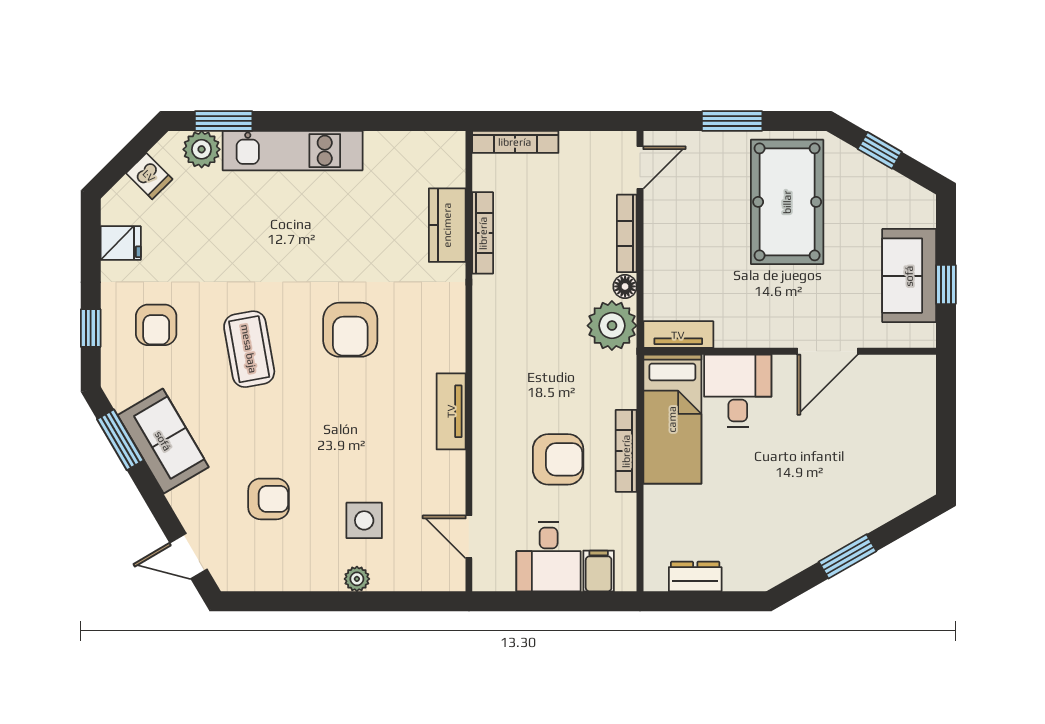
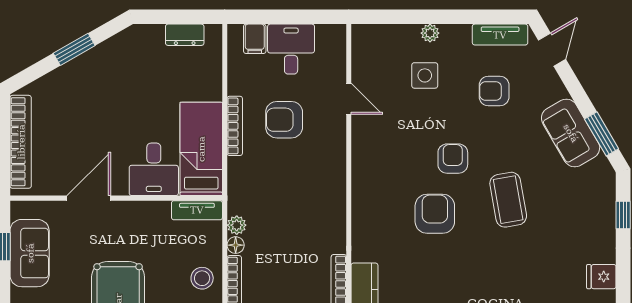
stool: (671, 241) -> (202, 278), added
armchair: (156, 325) -> (453, 159), moved
plant: (612, 326) -> (237, 225), width x0.53, depth x0.53
tv unit: (451, 411) -> (500, 35), moved, turned 90
bookcase: (921, 429) -> (21, 142), added
door: (469, 537) -> (349, 99), moved
door: (189, 556) -> (552, 50), hinge flipped

